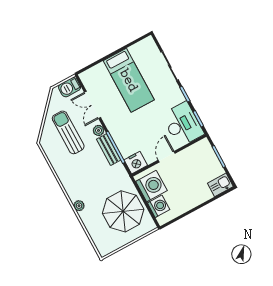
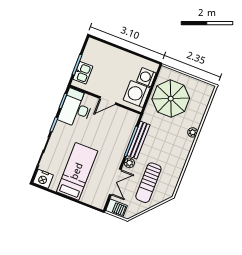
bench: (109, 150) -> (139, 140), width x1.36
nightstand: (136, 163) -> (43, 179), moved, turned 180
kitchen sink: (220, 185) -> (83, 73), moved, turned -90

